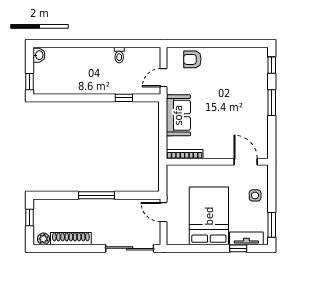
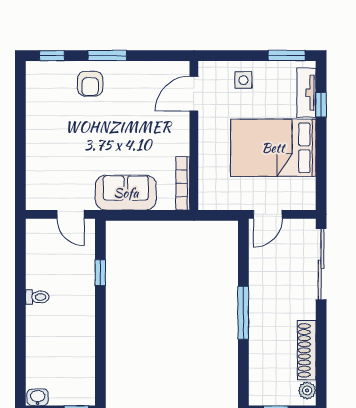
toilet: (119, 55) -> (37, 297), moved
armchair: (192, 59) -> (90, 84), moved

